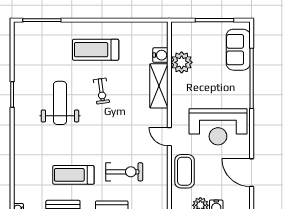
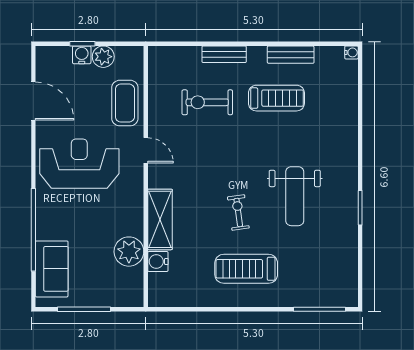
treadmill: (96, 50) -> (246, 269), turned 180

